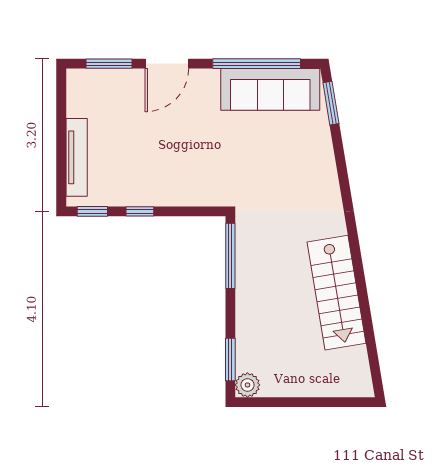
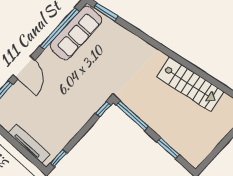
window: (140, 211) -> (103, 109), moved
window: (230, 359) -> (168, 148), moved
plant: (247, 385) -> (195, 159), removed

